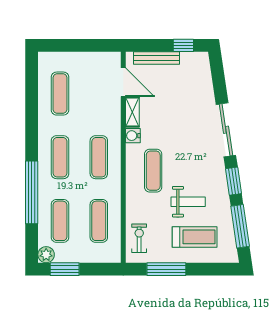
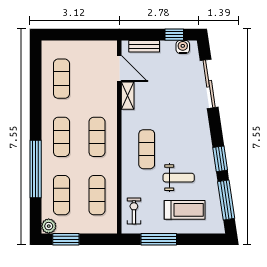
bench: (157, 58) -> (144, 46), width x0.73
sliding door: (226, 130) -> (209, 84), moved
water cooler: (133, 136) -> (183, 47), moved, turned 90

